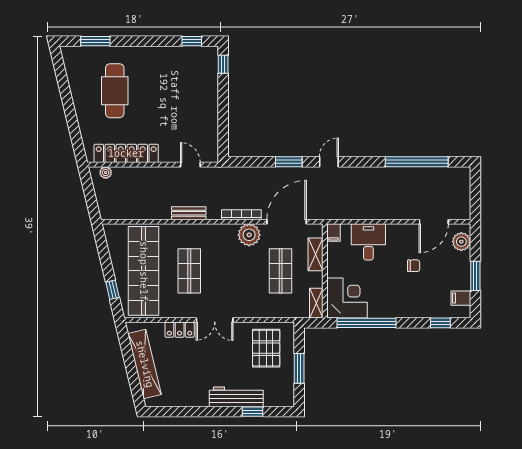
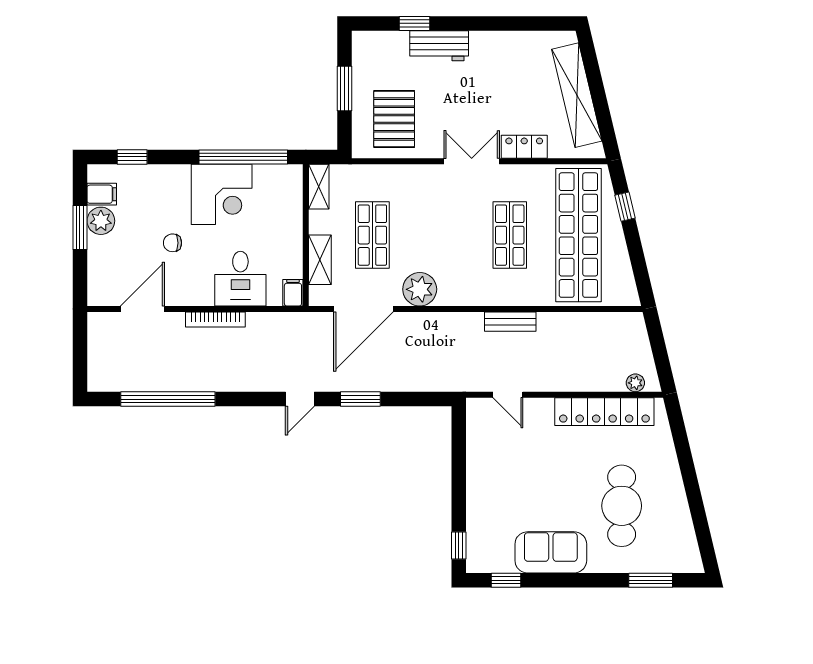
sofa: (162, 60) -> (551, 552), added
bookcase: (241, 215) -> (215, 319), moved
plant: (461, 242) -> (101, 221), moved
corner desk: (347, 298) -> (222, 194), moved, turned -90
workbench: (236, 397) -> (439, 46), width x0.73

